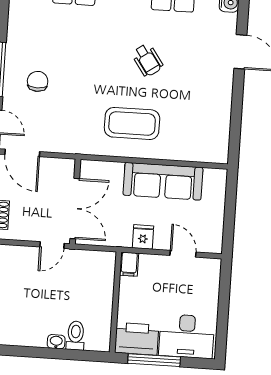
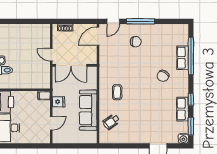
chair: (107, 33) -> (163, 76), added
wheelchair: (147, 60) -> (111, 122), moved
coffee table: (132, 123) -> (117, 92), width x0.54, depth x0.58

